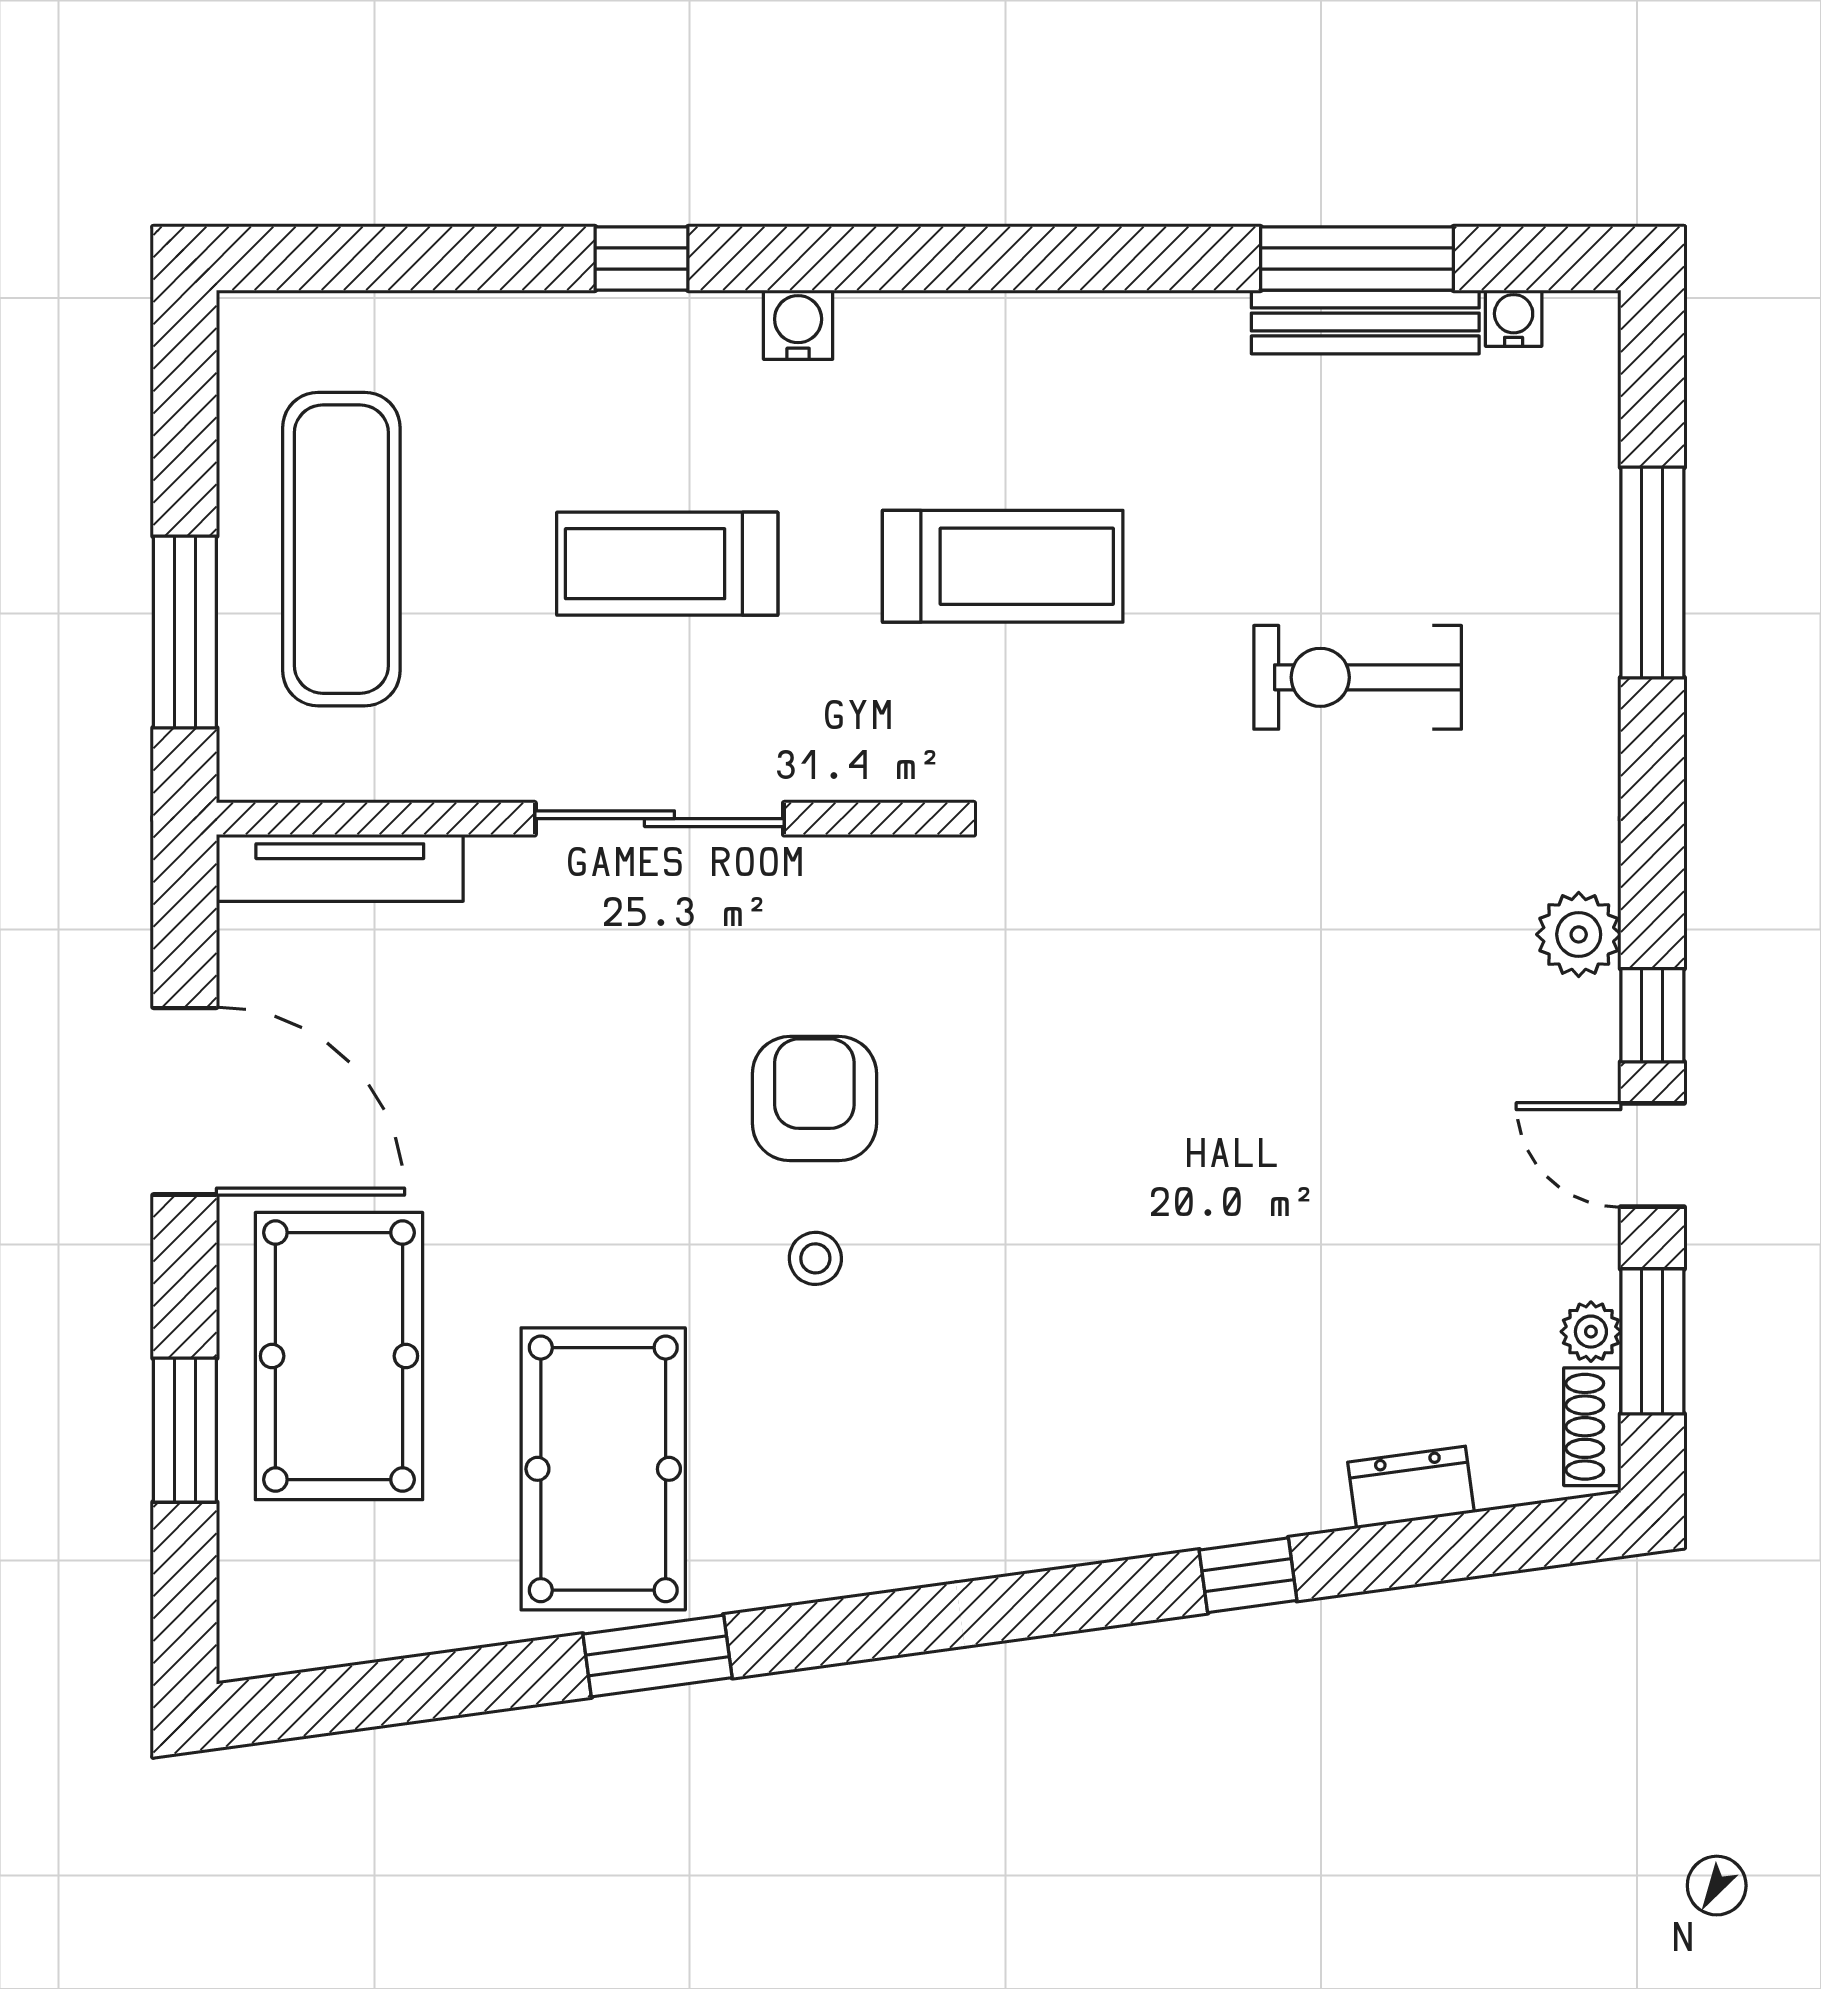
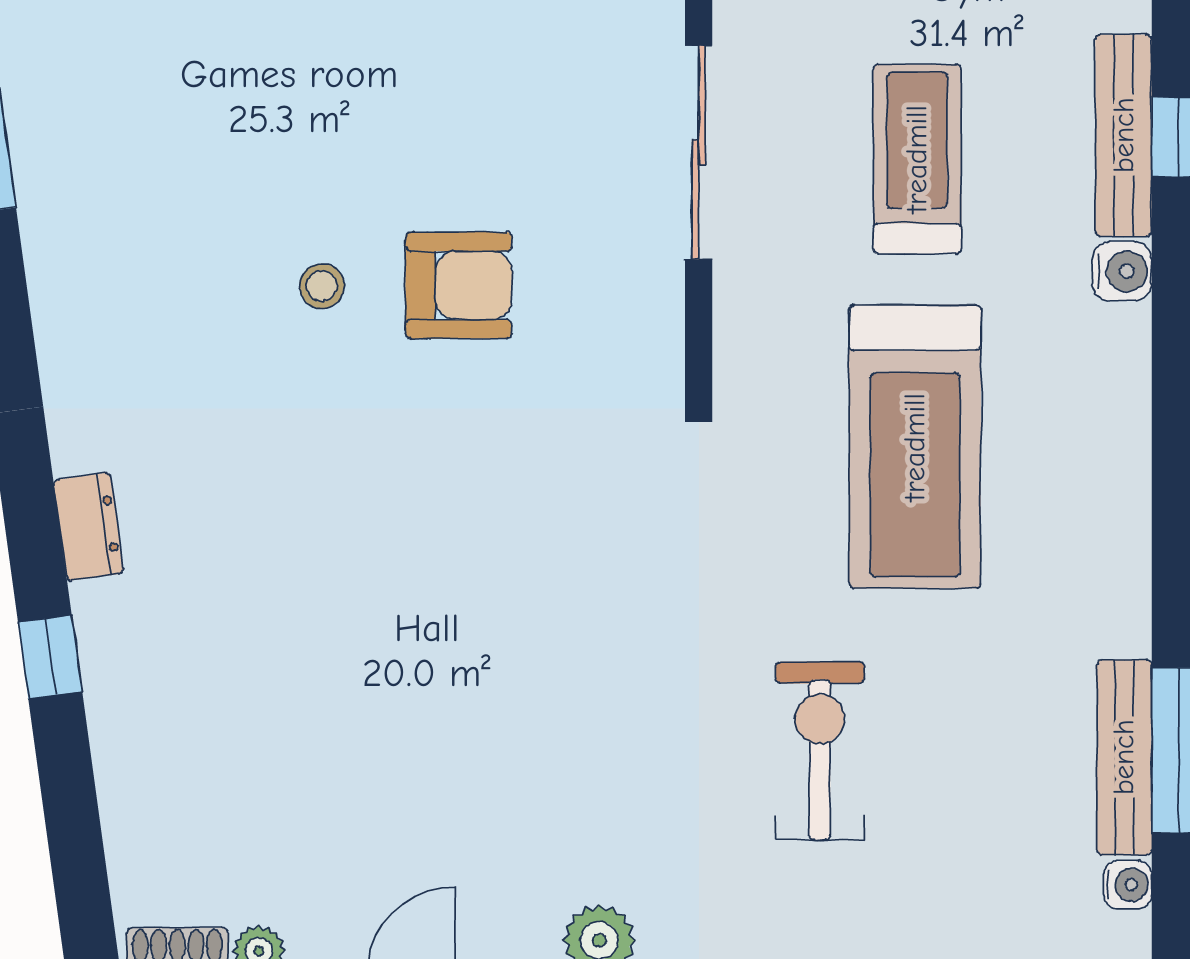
bench: (640, 323) -> (1124, 135), added
treadmill: (1003, 566) -> (915, 447), width x1.37, depth x1.38
pool table: (603, 1469) -> (141, 104), removed
dresser: (1411, 1487) -> (89, 527), moved

